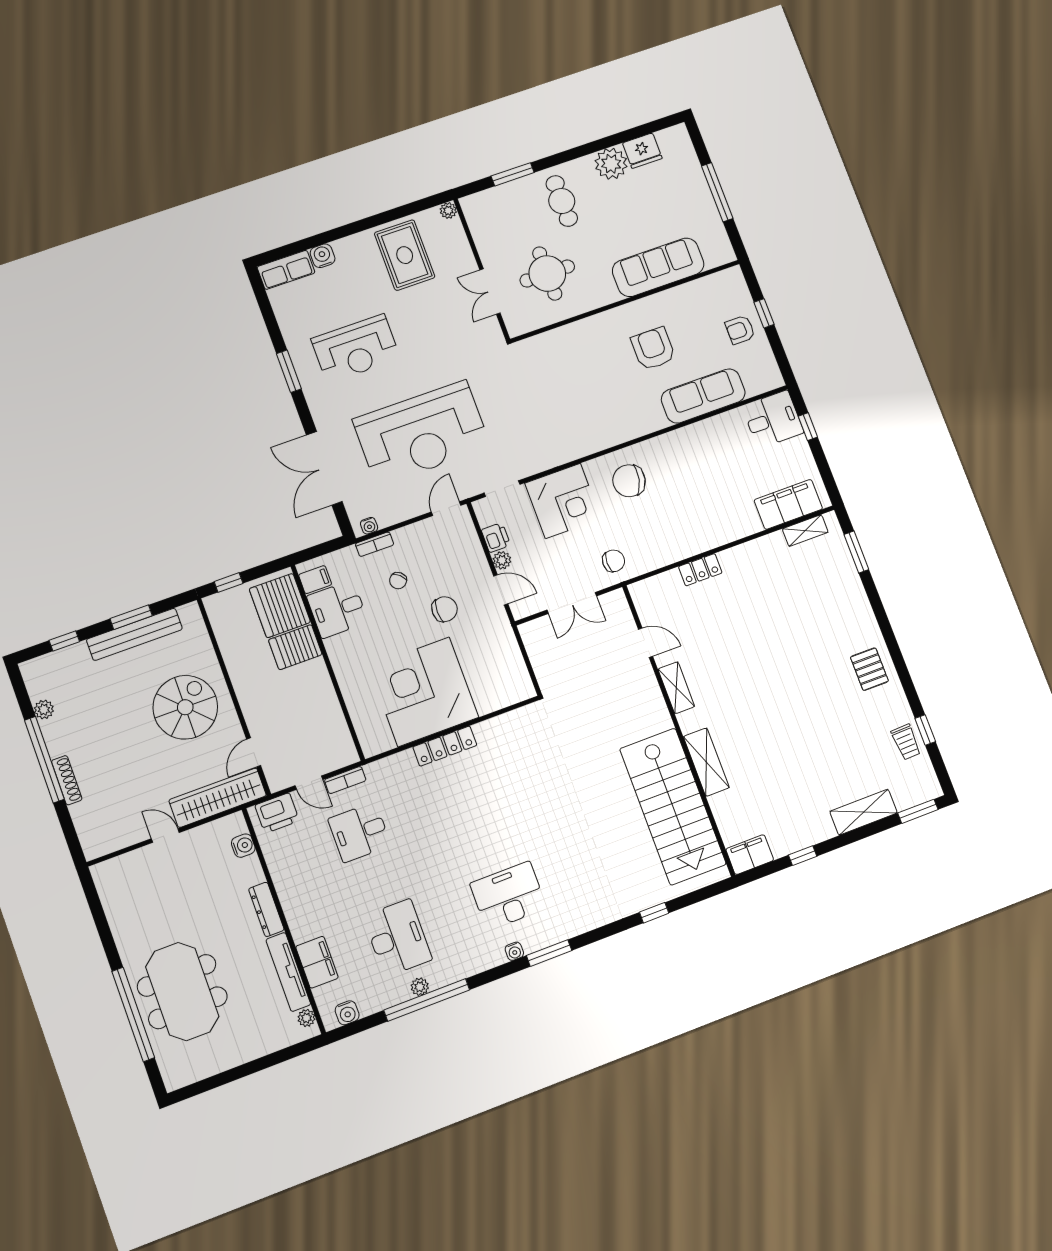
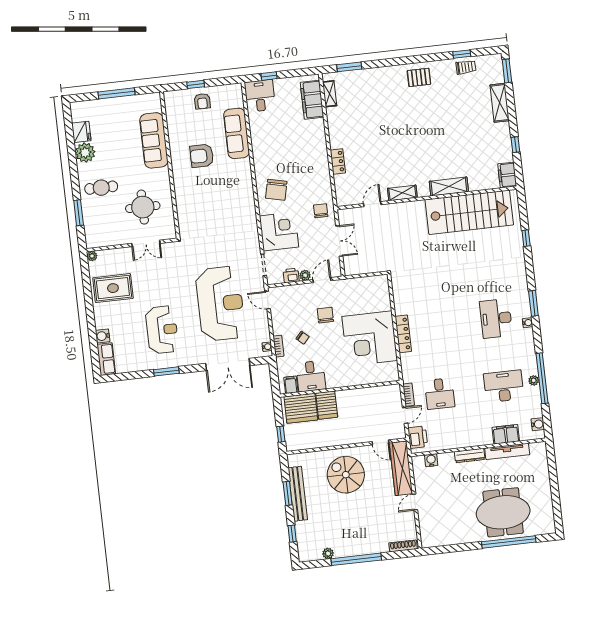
shoe rack: (67, 780) -> (403, 546), moved
plant: (306, 1018) -> (535, 447), removed

